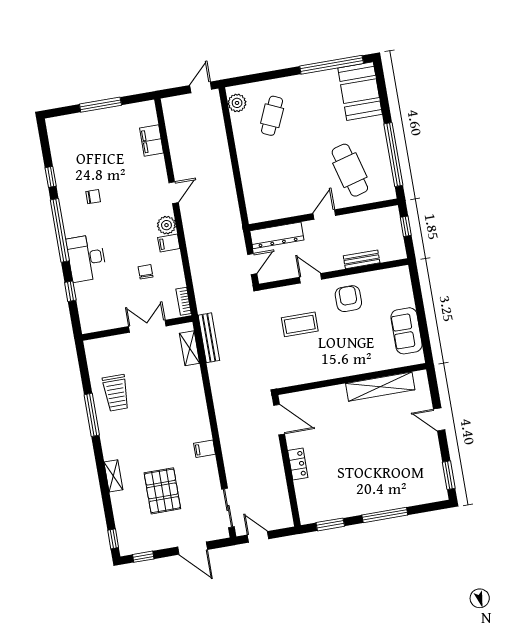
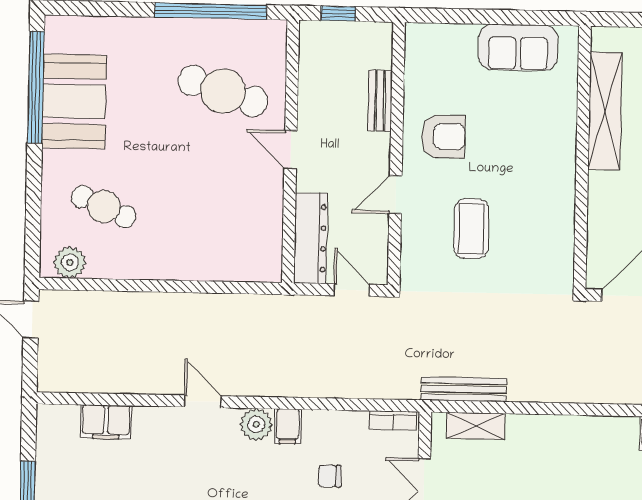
booth: (360, 91) -> (74, 101), moved, turned 90
cafe table: (350, 170) -> (223, 91), turned 33
armchair: (348, 299) -> (443, 136), turned 180

